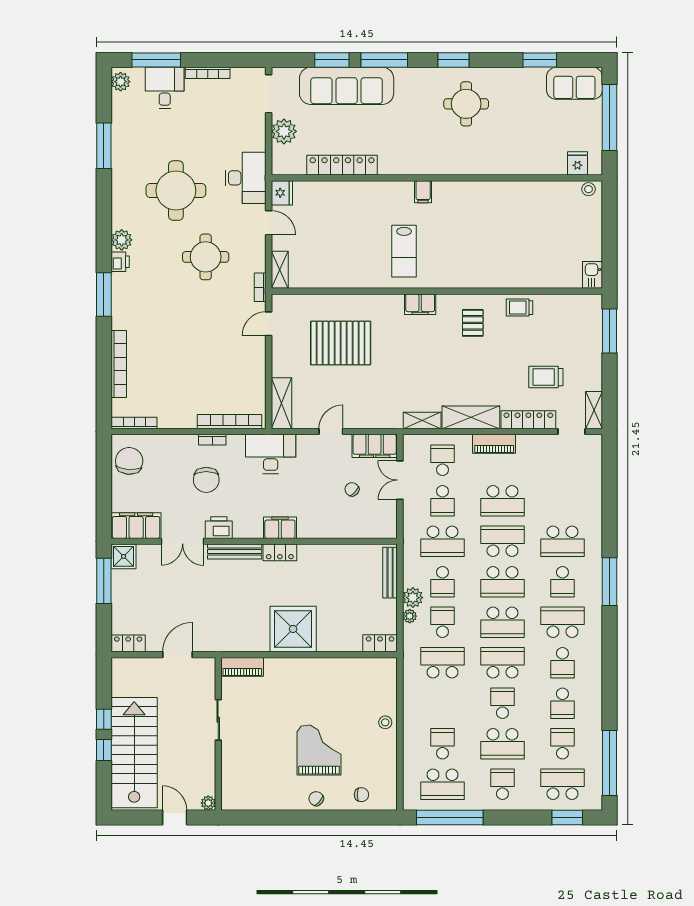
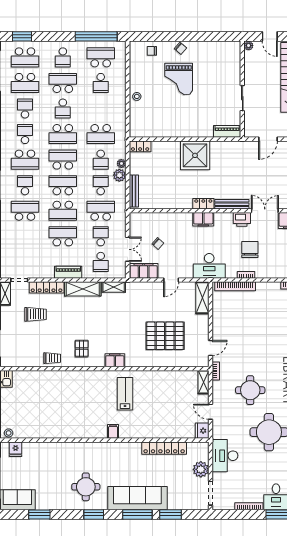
sofa: (347, 86) -> (137, 498), moved
desk: (246, 178) -> (225, 456), moved
school desk: (562, 744) -> (25, 83), width x1.85

